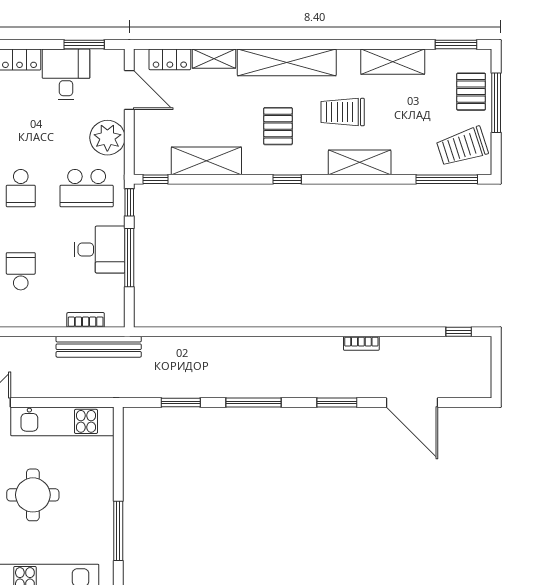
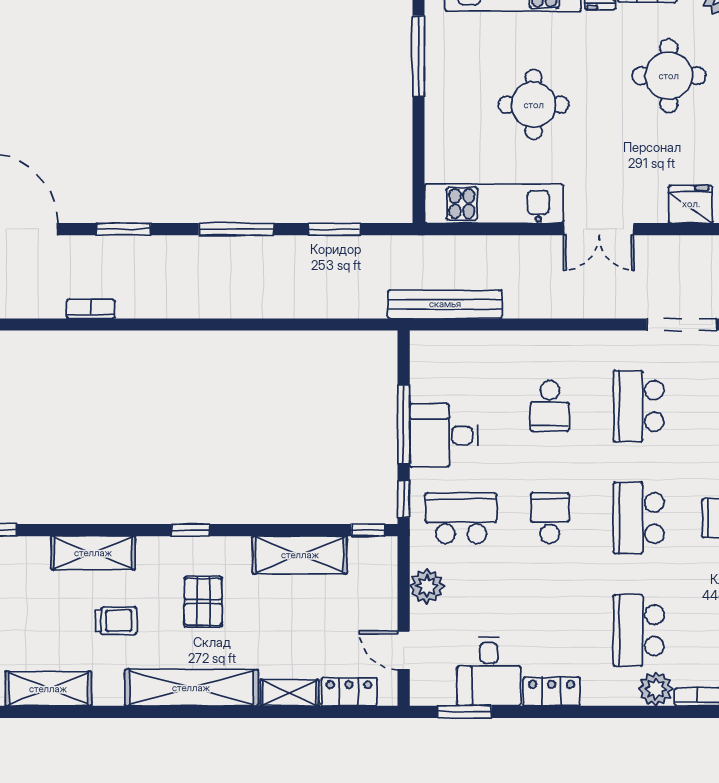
door: (129, 90) -> (404, 650), width x0.73
trolley: (343, 112) -> (116, 621), width x0.73, depth x0.72
plant: (107, 138) -> (427, 586), width x0.73, depth x0.73
bookcase: (86, 320) -> (462, 340), removed

